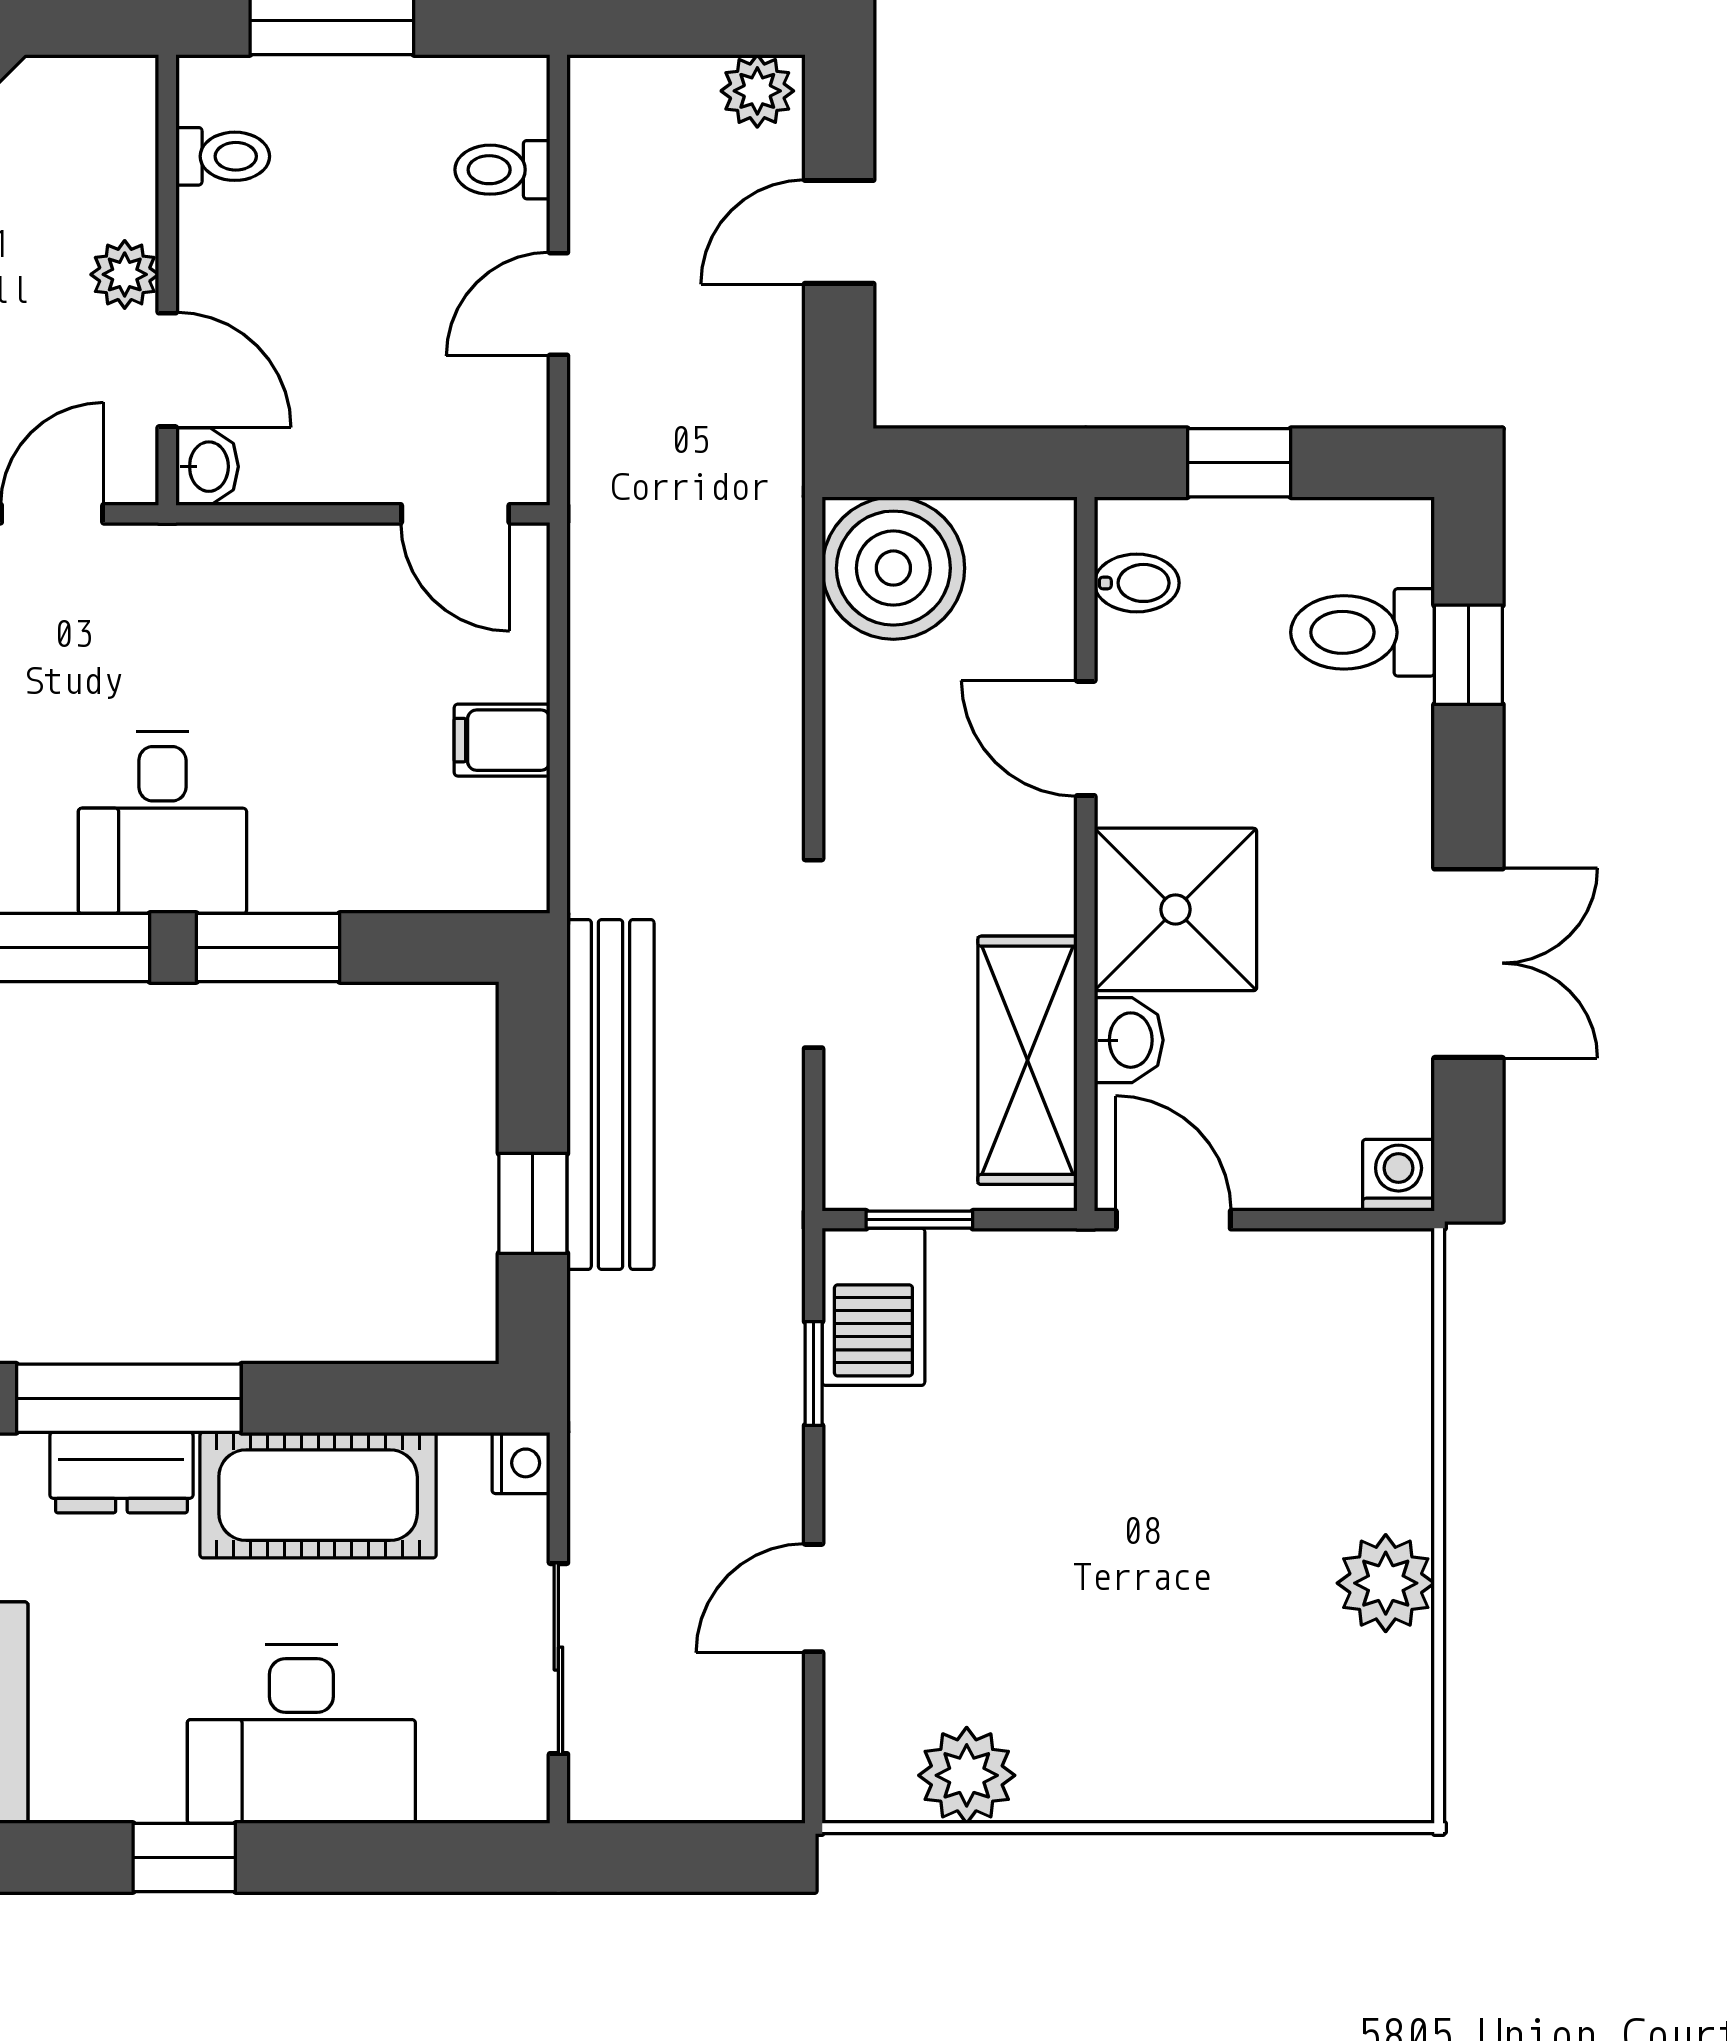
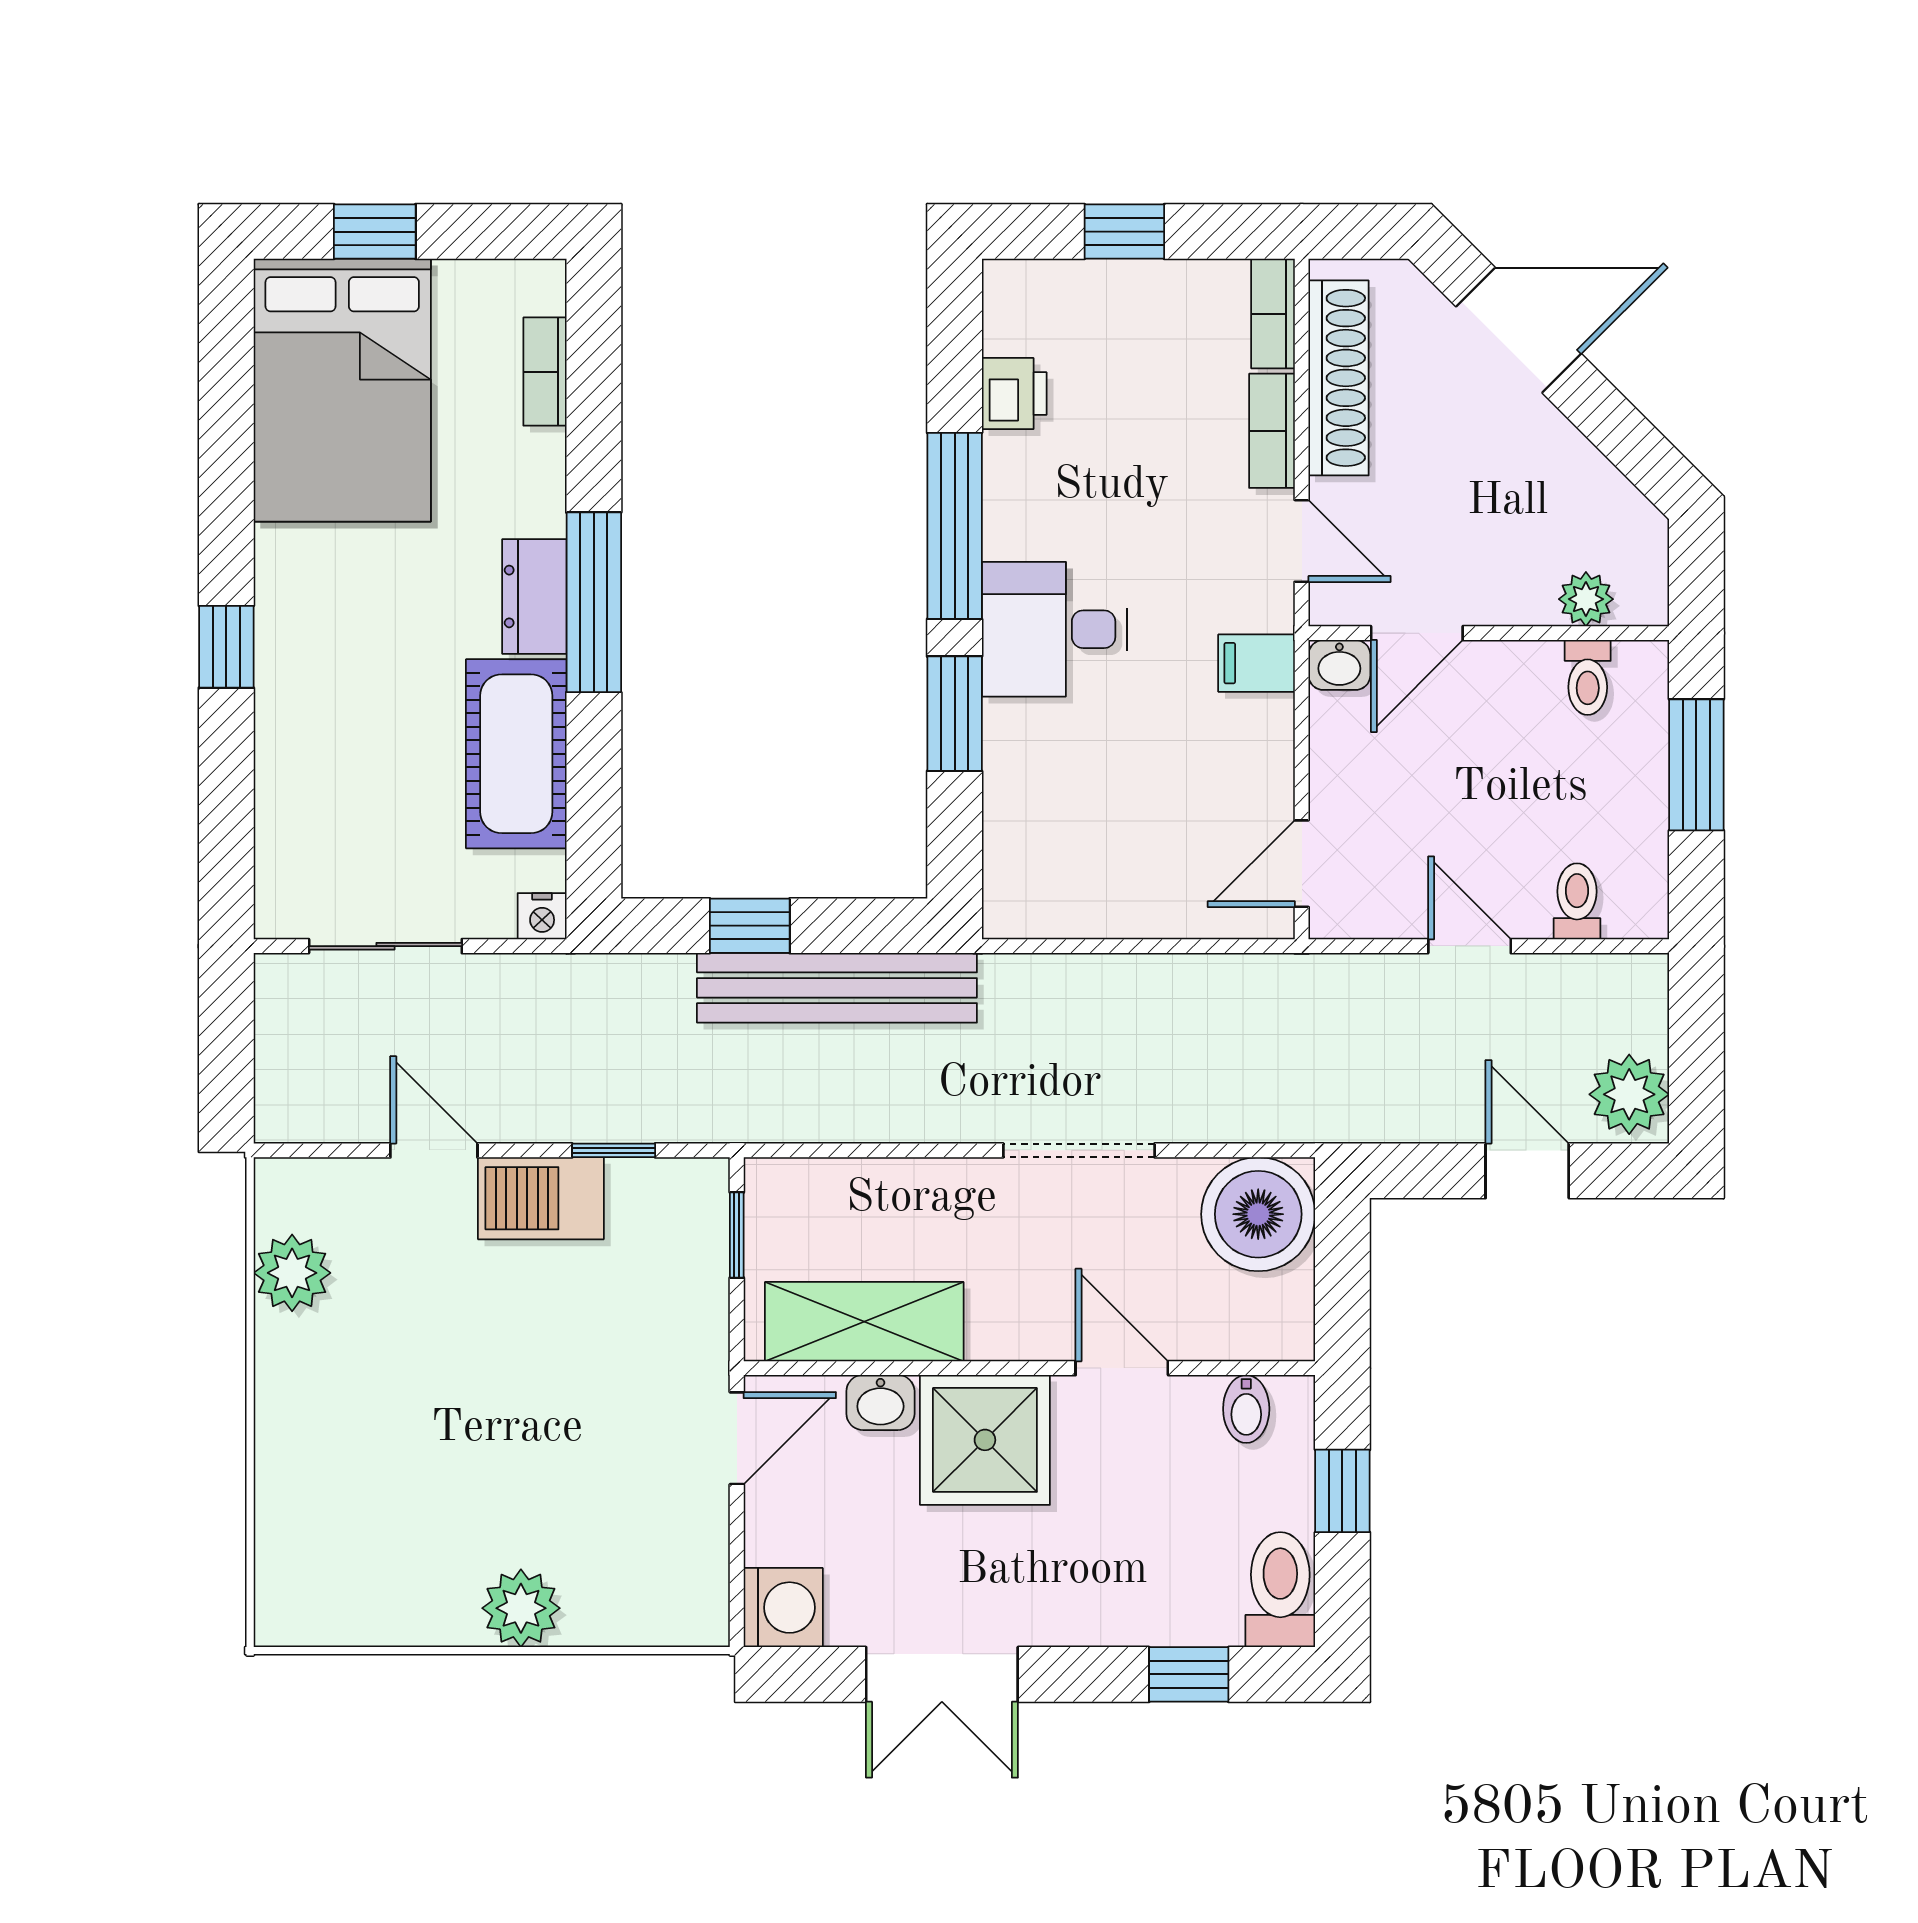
plant: (757, 91) -> (1629, 1094), width x1.38, depth x1.38
plant: (125, 274) -> (1586, 599), moved
toilet: (1363, 632) -> (1280, 1590), moved
door: (1086, 738) -> (1122, 1368), hinge flipped
filing cabinet: (502, 740) -> (1257, 663), moved, turned -90
doorway: (814, 954) -> (1079, 1150), moved
washing machine: (1399, 1175) -> (783, 1608), width x1.38, depth x1.38
barbecue: (873, 1307) -> (541, 1198), moved
plant: (1386, 1583) -> (521, 1608), moved
desk: (301, 1734) -> (325, 740), removed

